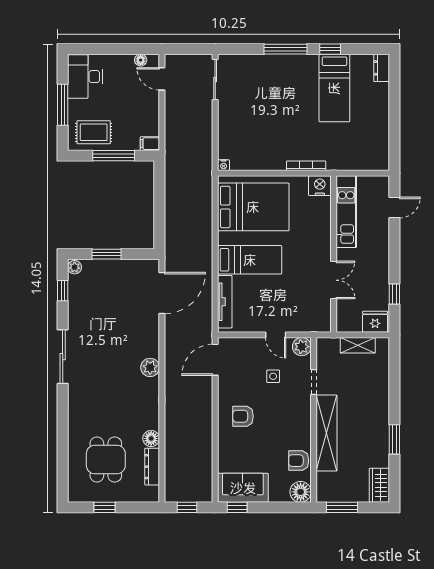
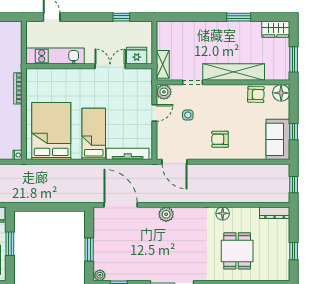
window: (114, 156) -> (10, 244), width x0.69
nightstand: (320, 186) -> (34, 77), removed
fridge: (375, 322) -> (137, 56), moved, turned 90
shelving: (358, 345) -> (163, 64), moved
plant: (150, 367) -> (166, 214), moved
armchair: (243, 416) -> (220, 139), turned 90
floor lamp: (151, 438) -> (223, 213), moved
dining table: (106, 459) -> (237, 251), moved, turned 90
armchair: (299, 461) -> (256, 94), turned -88
dresser: (152, 467) -> (275, 213), moved
window: (237, 507) -> (294, 132), moved

